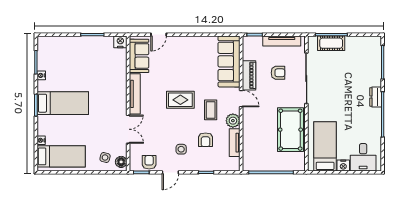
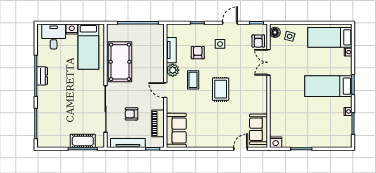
sofa: (229, 61) -> (176, 130), width x0.73
piano: (249, 75) -> (158, 123), moved
tv unit: (135, 94) -> (262, 94), removed
dresser: (376, 97) -> (42, 76), moved
rug: (180, 100) -> (221, 89), turned 90
armchair: (149, 162) -> (258, 41), moved

